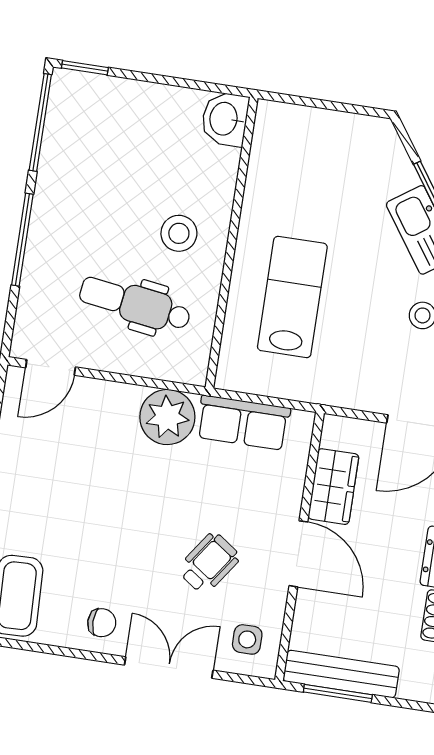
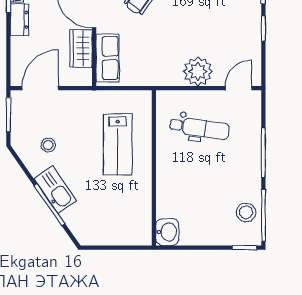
stool: (179, 233) -> (246, 212), moved
plant: (167, 417) -> (198, 72), moved
row of seats: (243, 423) -> (107, 58), moved, turned 90

